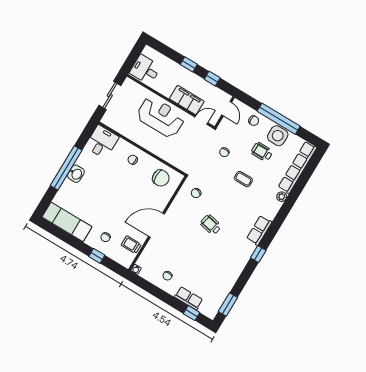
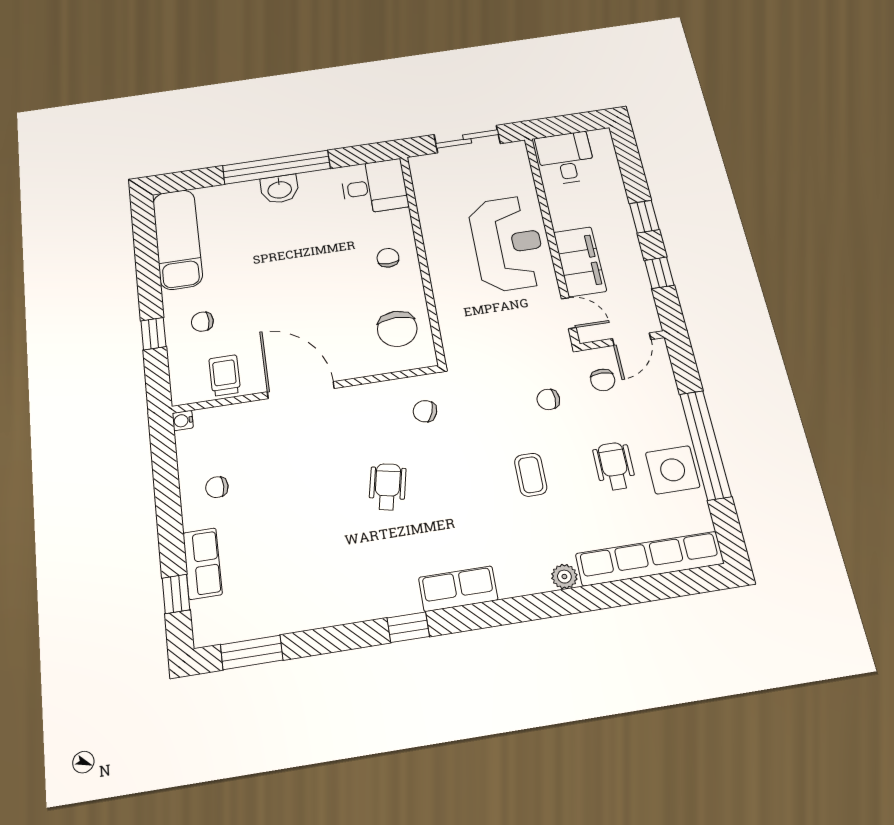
chair: (254, 121) -> (603, 380), moved

